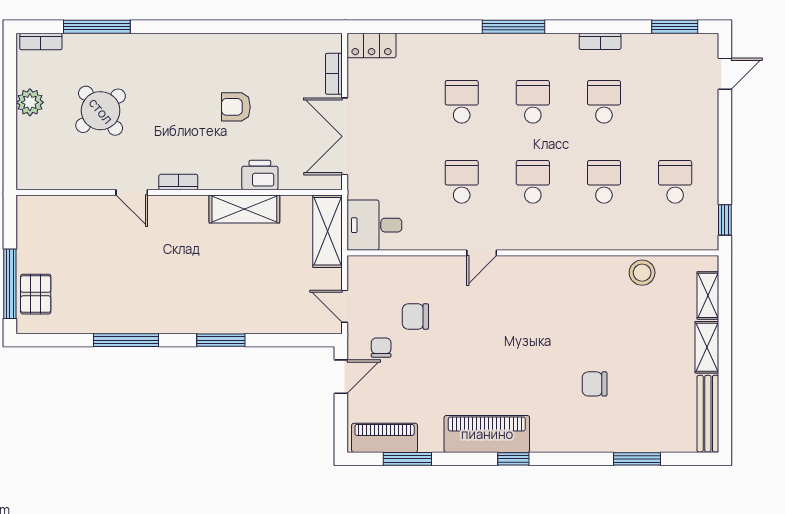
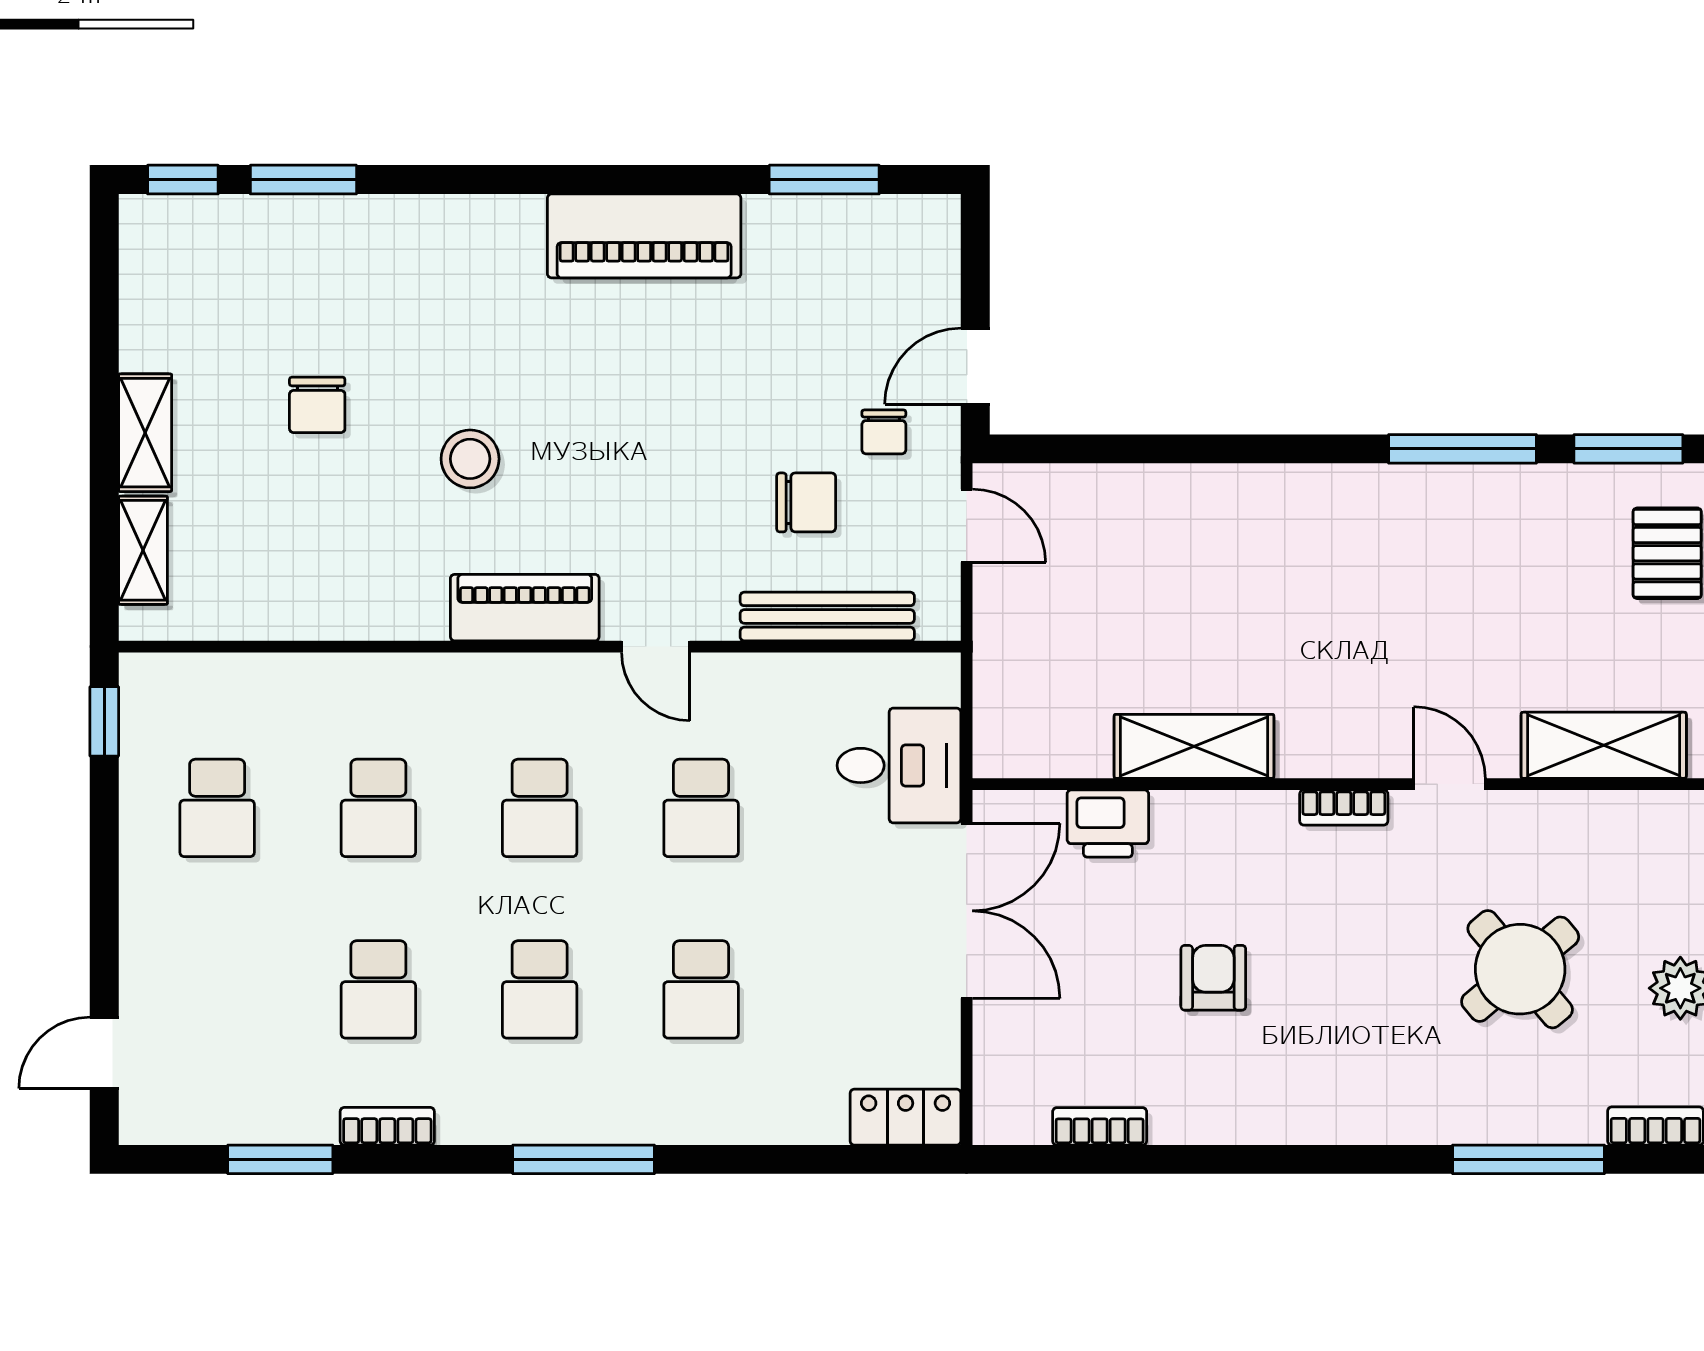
window: (675, 27) -> (280, 1159), moved
bookcase: (334, 74) -> (1100, 1126), moved, turned -90
armchair: (236, 107) -> (1213, 978), turned -90
printer: (260, 175) -> (1108, 824), moved
desk: (374, 225) -> (899, 765), moved
shelving: (328, 231) -> (1604, 745), moved, turned 90
door: (482, 253) -> (656, 647), swing flipped
stool: (642, 273) -> (470, 459), moved
window: (221, 340) -> (1628, 449), moved
chair: (595, 384) -> (317, 405), moved, turned 90
bench: (708, 414) -> (827, 616), moved, turned 90
piano: (385, 438) -> (525, 608), moved, turned 180
window: (513, 459) -> (183, 180), moved

